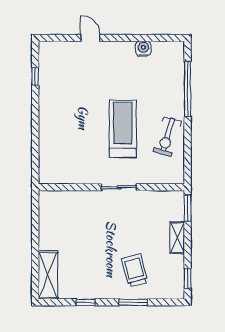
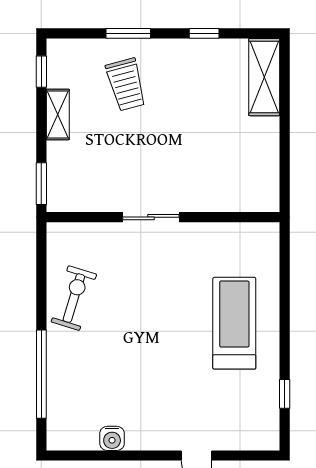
treadmill: (123, 129) -> (234, 323), moved, turned 180
shelving: (177, 238) -> (58, 114), moved

